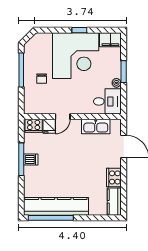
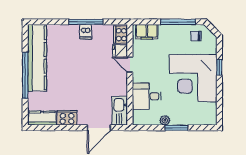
window: (79, 30) -> (219, 67), moved
filing cabinet: (110, 40) -> (147, 32), moved, turned -90
chair: (42, 79) -> (196, 36), moved
desk: (107, 101) -> (147, 96), moved, turned 90
kitchen sink: (96, 127) -> (120, 111), moved
window: (51, 218) -> (25, 75), moved

